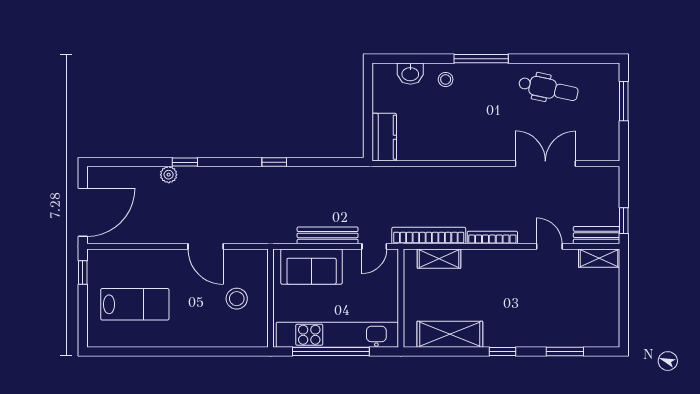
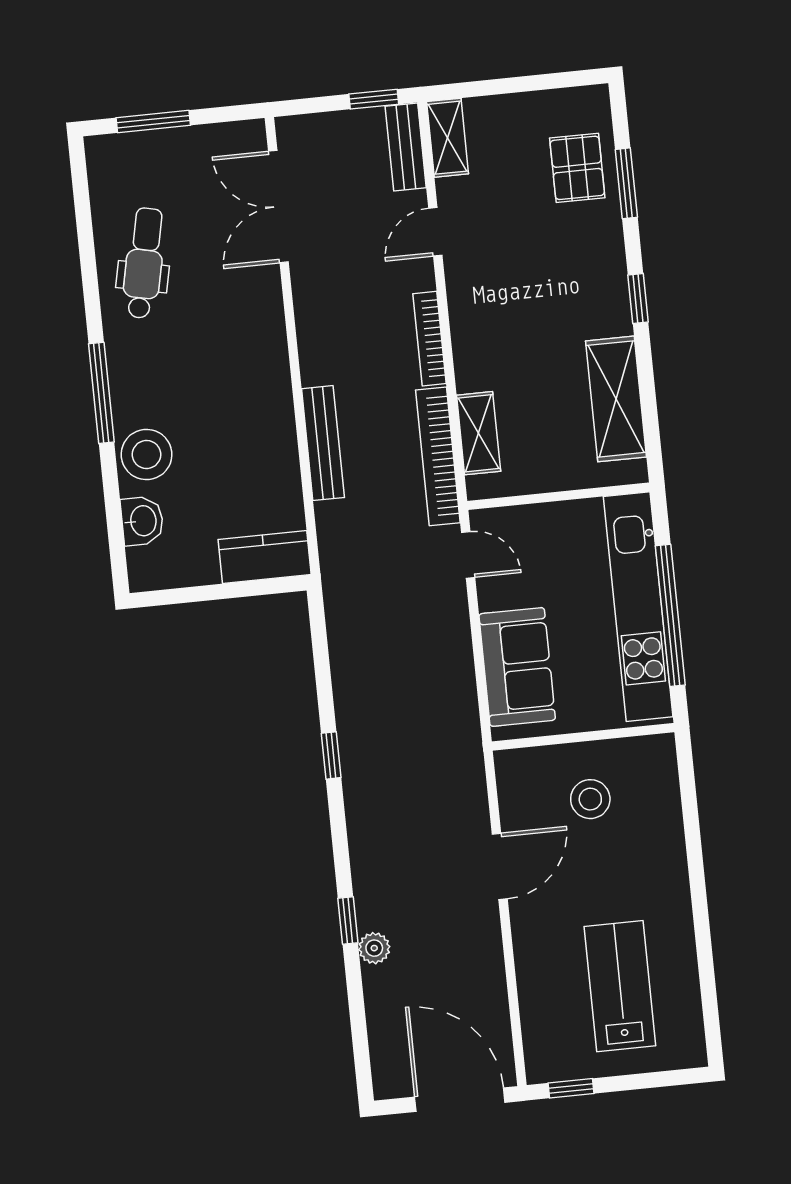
stool: (446, 79) -> (147, 454), width x1.89, depth x1.89
double door: (545, 164) -> (278, 207), moved
bench: (328, 235) -> (323, 443), moved
pallet: (576, 326) -> (577, 168), added

